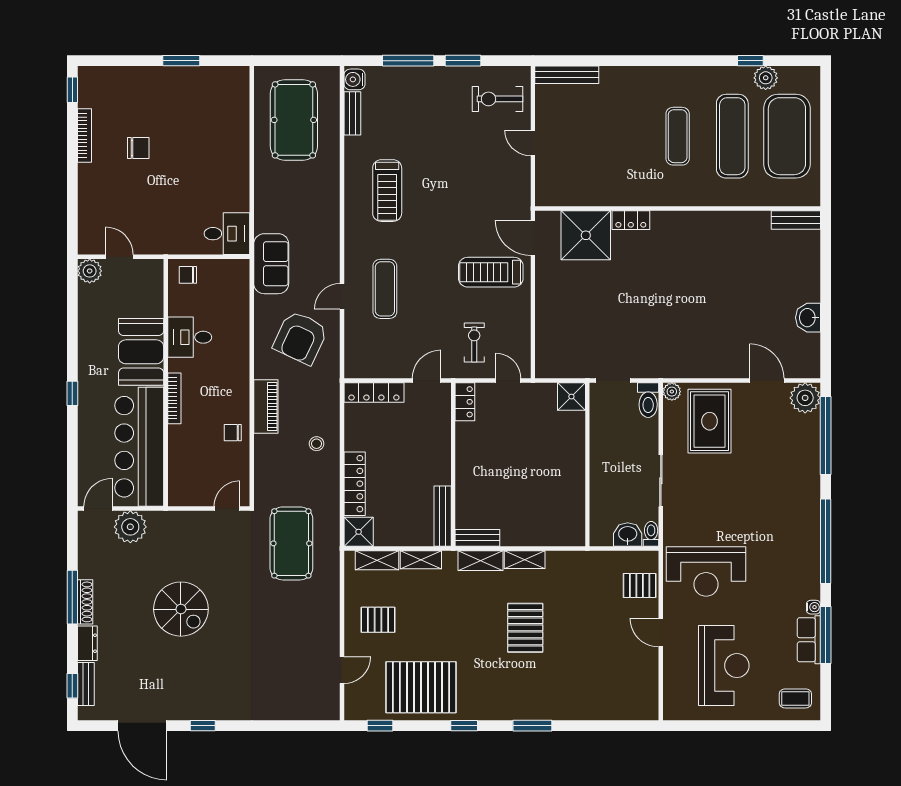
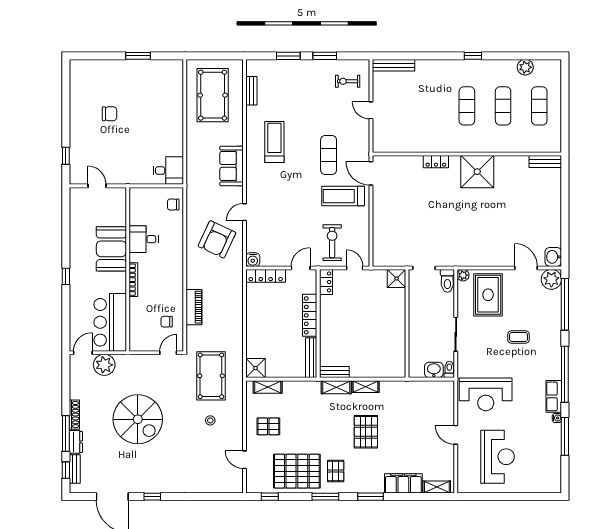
window: (408, 61) -> (288, 56), width x0.69
window: (750, 61) -> (473, 56), moved
water cooler: (354, 79) -> (253, 260), moved, turned -90
window: (72, 90) -> (66, 156), moved
exercise bike: (498, 99) -> (348, 81), width x0.73, depth x0.72
bookcase: (84, 136) -> (74, 106), removed
exercise mat: (732, 136) -> (503, 106), width x0.73, depth x0.69
exercise mat: (787, 136) -> (539, 106), width x0.50, depth x0.69
treadmill: (387, 191) -> (274, 142), turned 180
shower: (586, 235) -> (477, 172), moved
sofa: (271, 264) -> (232, 166), moved, turned 180
plant: (90, 271) -> (77, 195), removed
chair: (188, 275) -> (173, 205), moved
exercise mat: (385, 289) -> (329, 155), moved
washbasin: (808, 318) -> (553, 257), moved
exercise bike: (474, 342) -> (332, 243), width x1.38, depth x1.39
piano: (266, 406) -> (194, 307), moved
chair: (233, 433) -> (167, 322), moved
stool: (317, 444) -> (210, 420), moved
bar counter: (139, 447) -> (110, 322), width x0.73
locker: (355, 484) -> (310, 315), moved, turned 180
shelving: (421, 560) -> (437, 487), moved
pallet: (640, 585) -> (336, 471), moved, turned 90
window: (72, 597) -> (66, 433), moved
spiral stairs: (181, 609) -> (138, 419), width x1.37, depth x1.37
row of seats: (809, 640) -> (554, 396), moved
door: (342, 670) -> (244, 460), swing flipped
coffee table: (795, 698) -> (518, 337), moved
filing cabinet: (582, 706) -> (403, 483), added
window: (464, 726) -> (325, 497), width x1.50

